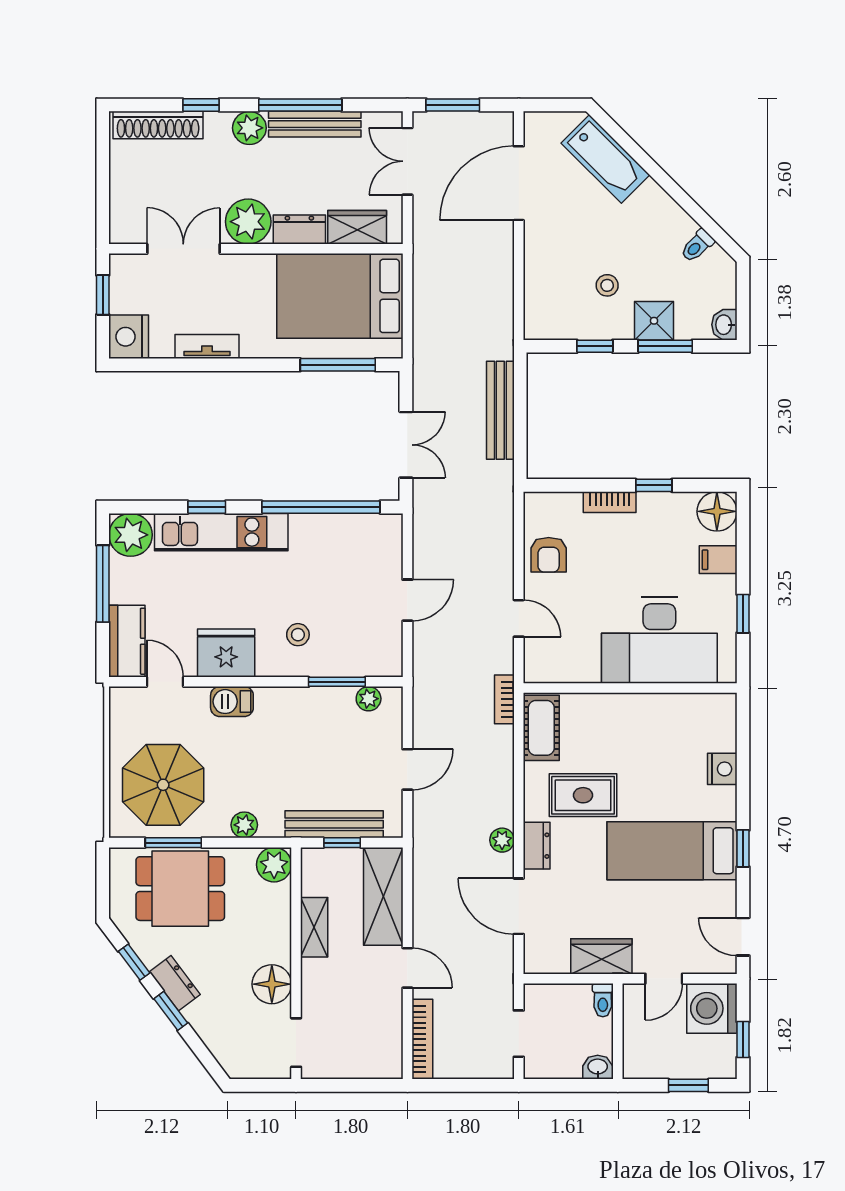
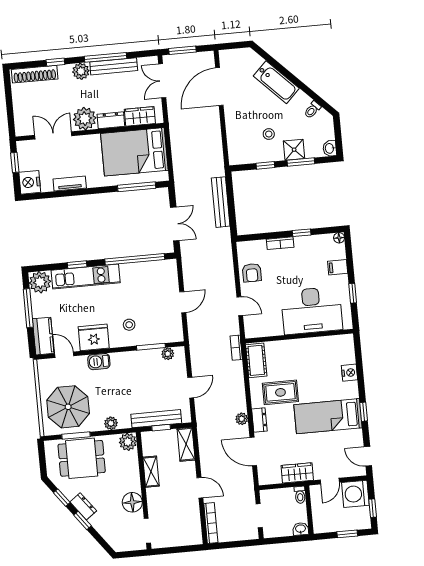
bathtub: (605, 159) -> (276, 82), moved
floor lamp: (717, 511) -> (339, 238), width x0.53, depth x0.53
shelving: (383, 896) -> (186, 444), width x0.67, depth x0.75

